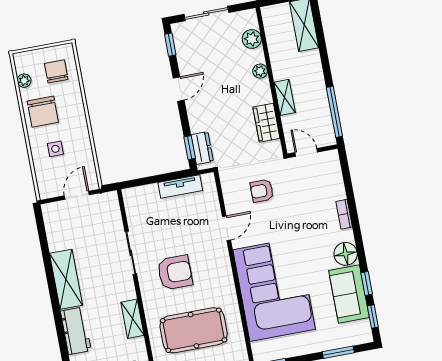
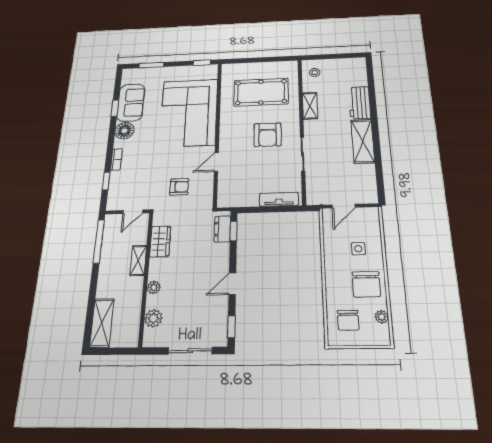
chair: (43, 112) -> (366, 284), turned 180
door: (306, 152) -> (133, 212), hinge flipped
tv unit: (180, 186) -> (279, 199), moved
armchair: (175, 272) -> (268, 135), turned -90
window: (373, 317) -> (106, 181), moved

